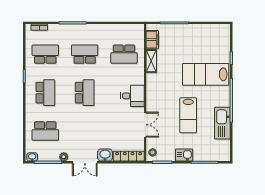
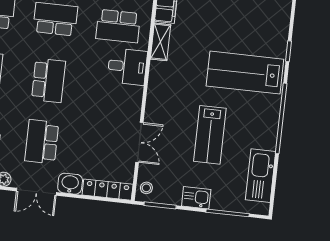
desk: (132, 96) -> (127, 67), moved
kitchen sink: (222, 123) -> (261, 176), moved
school desk: (85, 131) -> (42, 142), added

